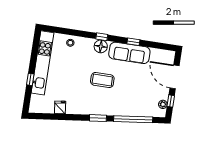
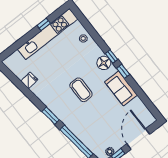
window: (133, 42) -> (123, 71), moved
sofa: (129, 53) -> (121, 88), width x0.73
window: (30, 79) -> (44, 24), moved

